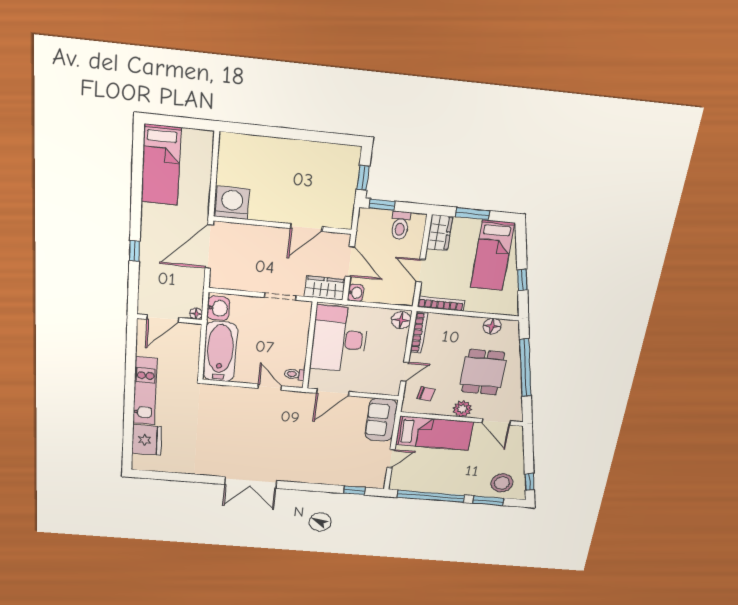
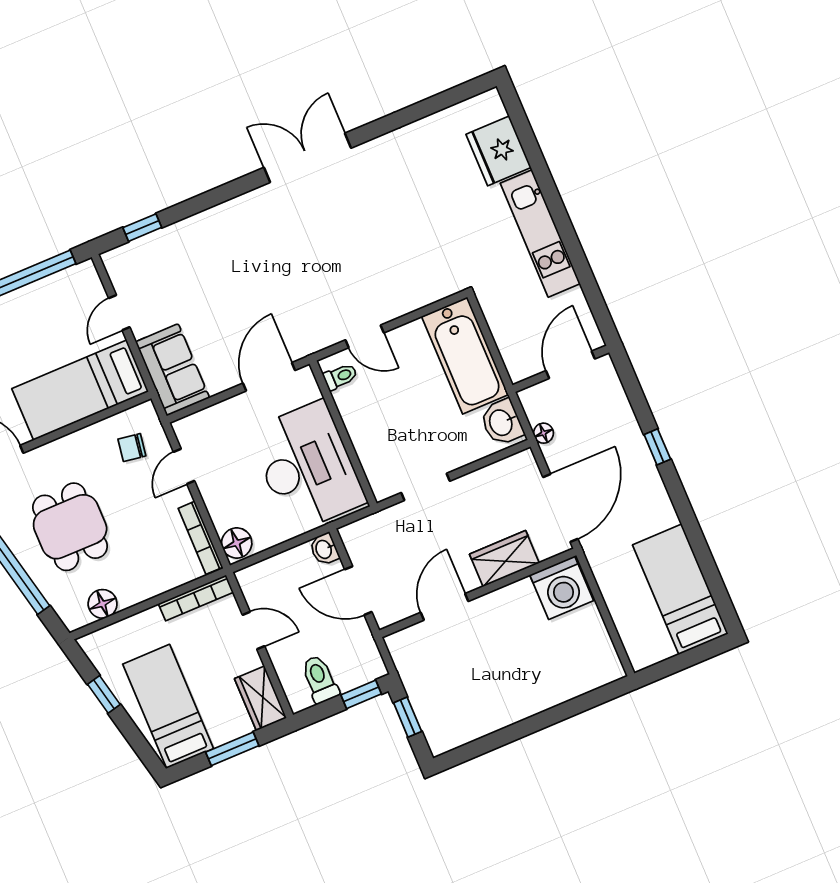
wardrobe: (325, 288) -> (504, 559), moved, turned 180
floor lamp: (196, 314) -> (543, 433), moved
plant: (462, 409) -> (63, 452), removed

